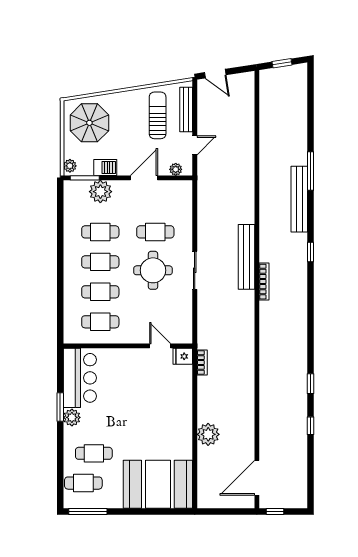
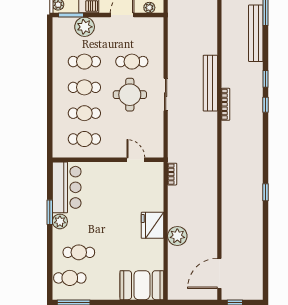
fridge: (183, 356) -> (153, 225), moved, width x1.88, depth x1.34
window: (311, 426) -> (266, 105), moved
booth: (158, 484) -> (142, 285), width x0.73, depth x0.70

